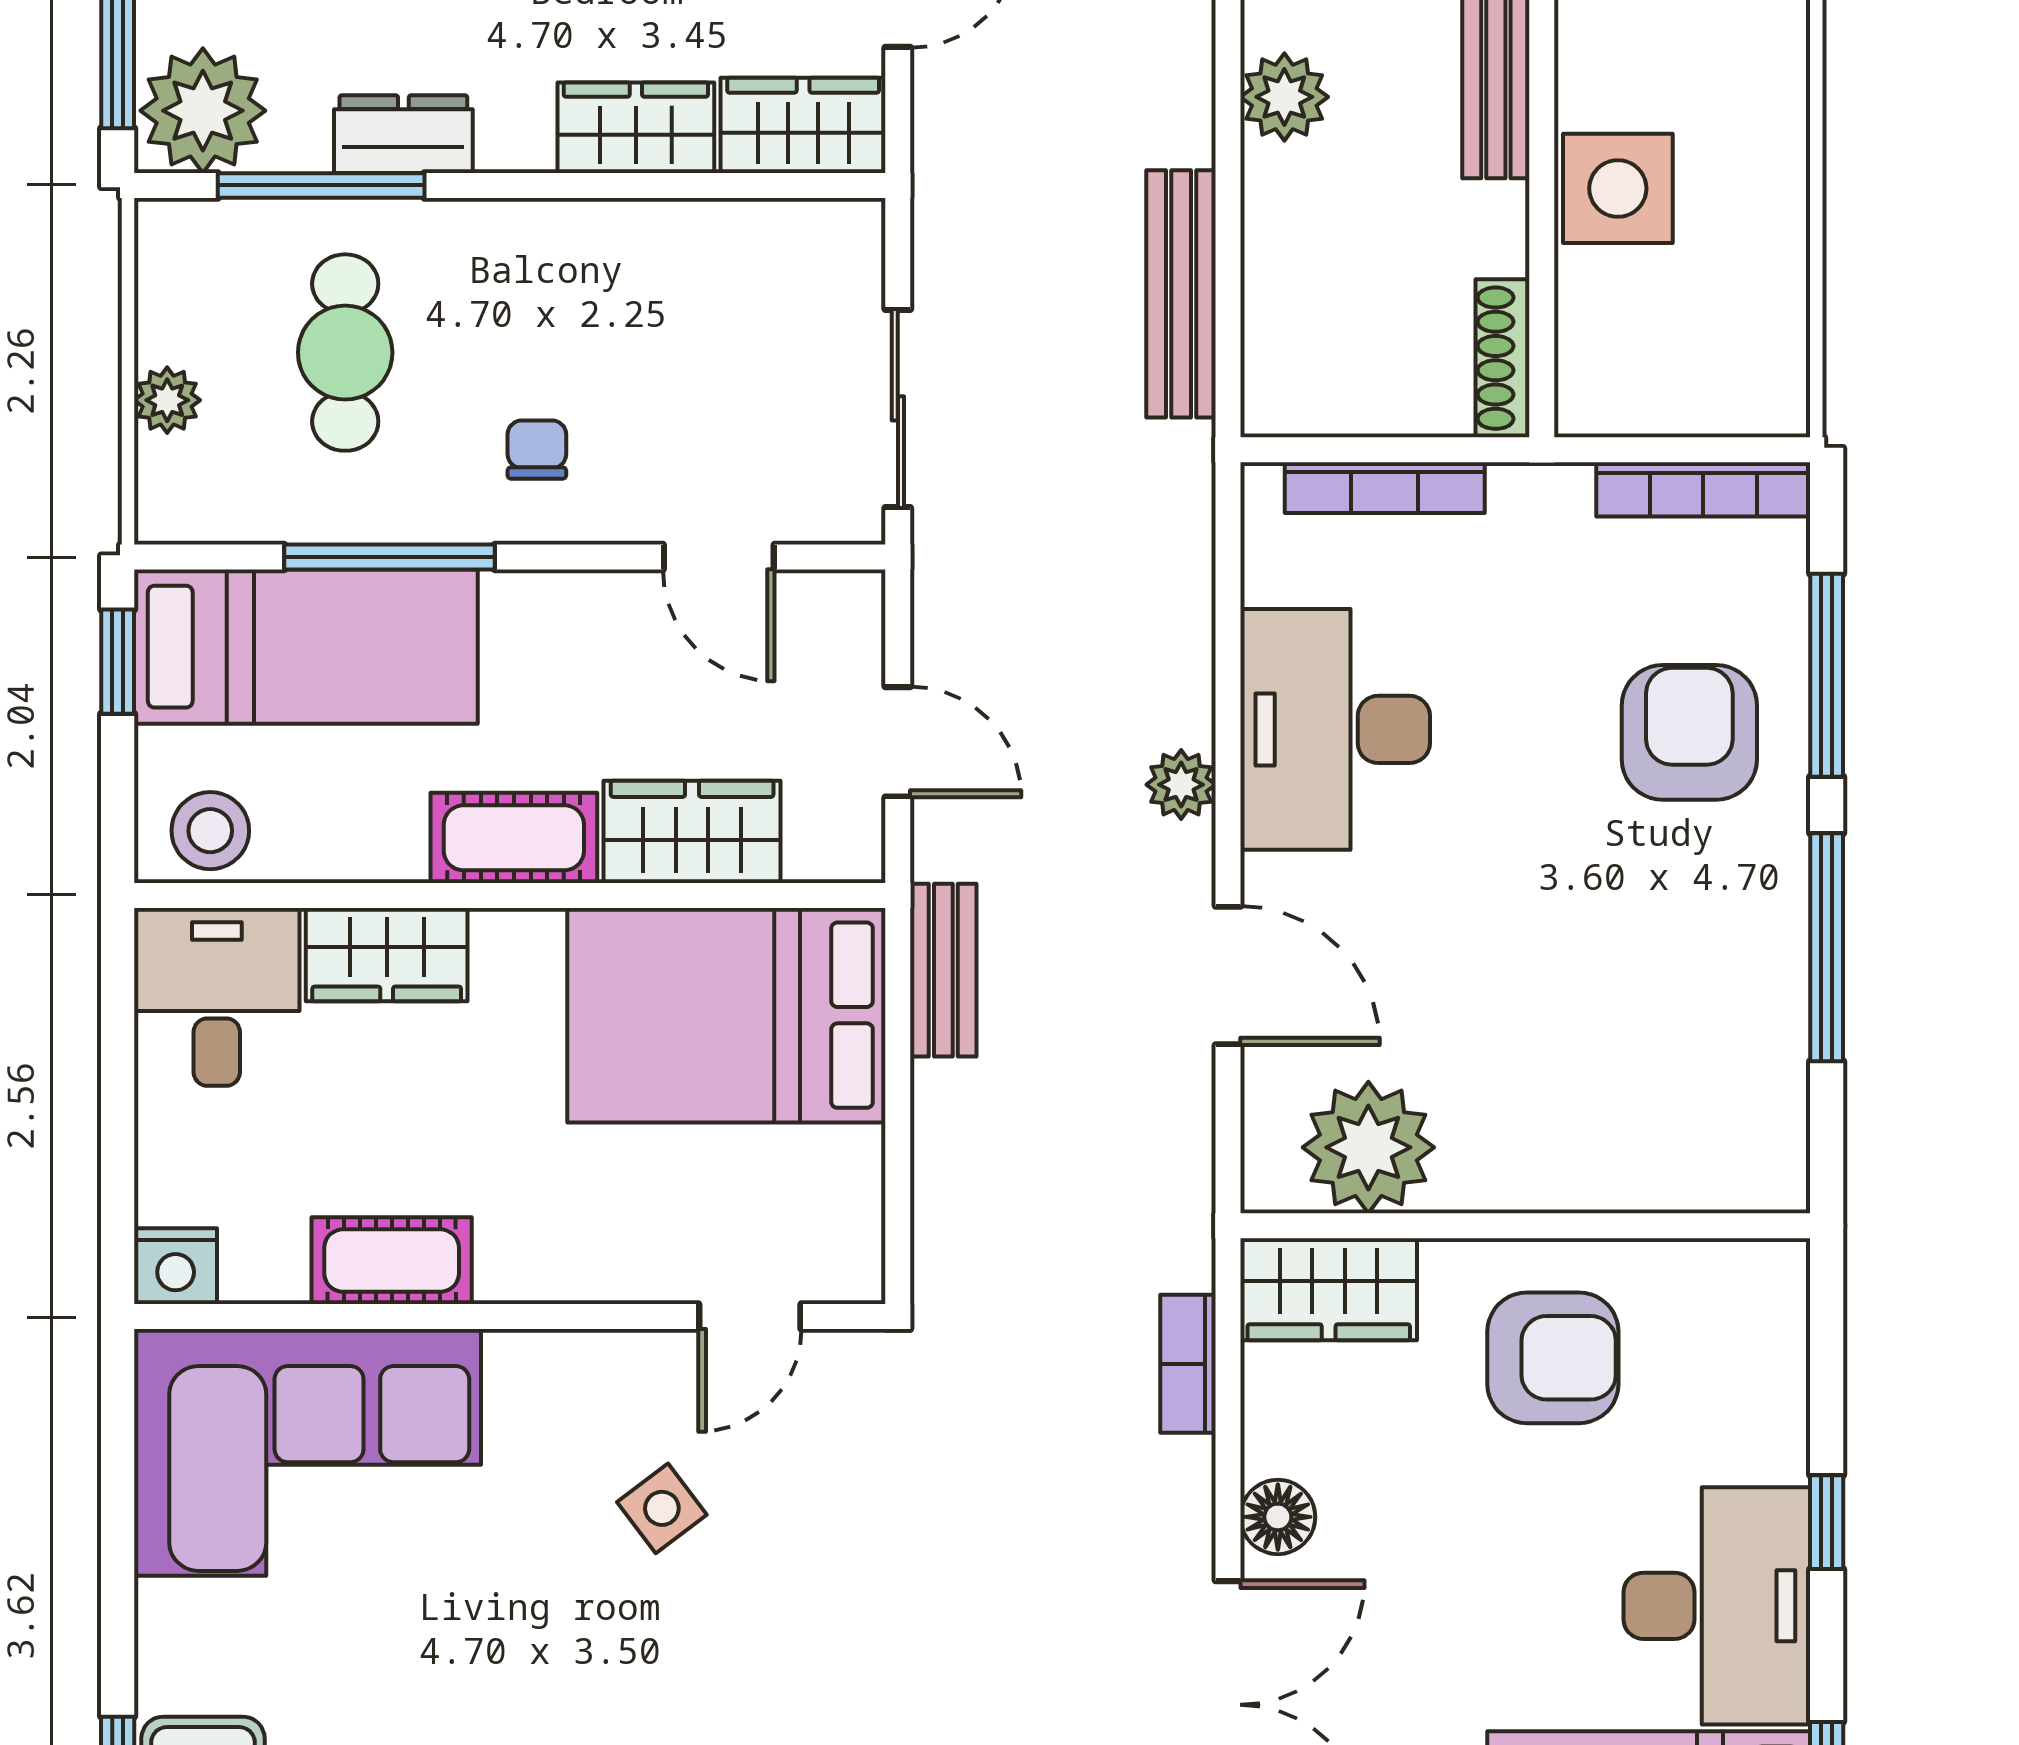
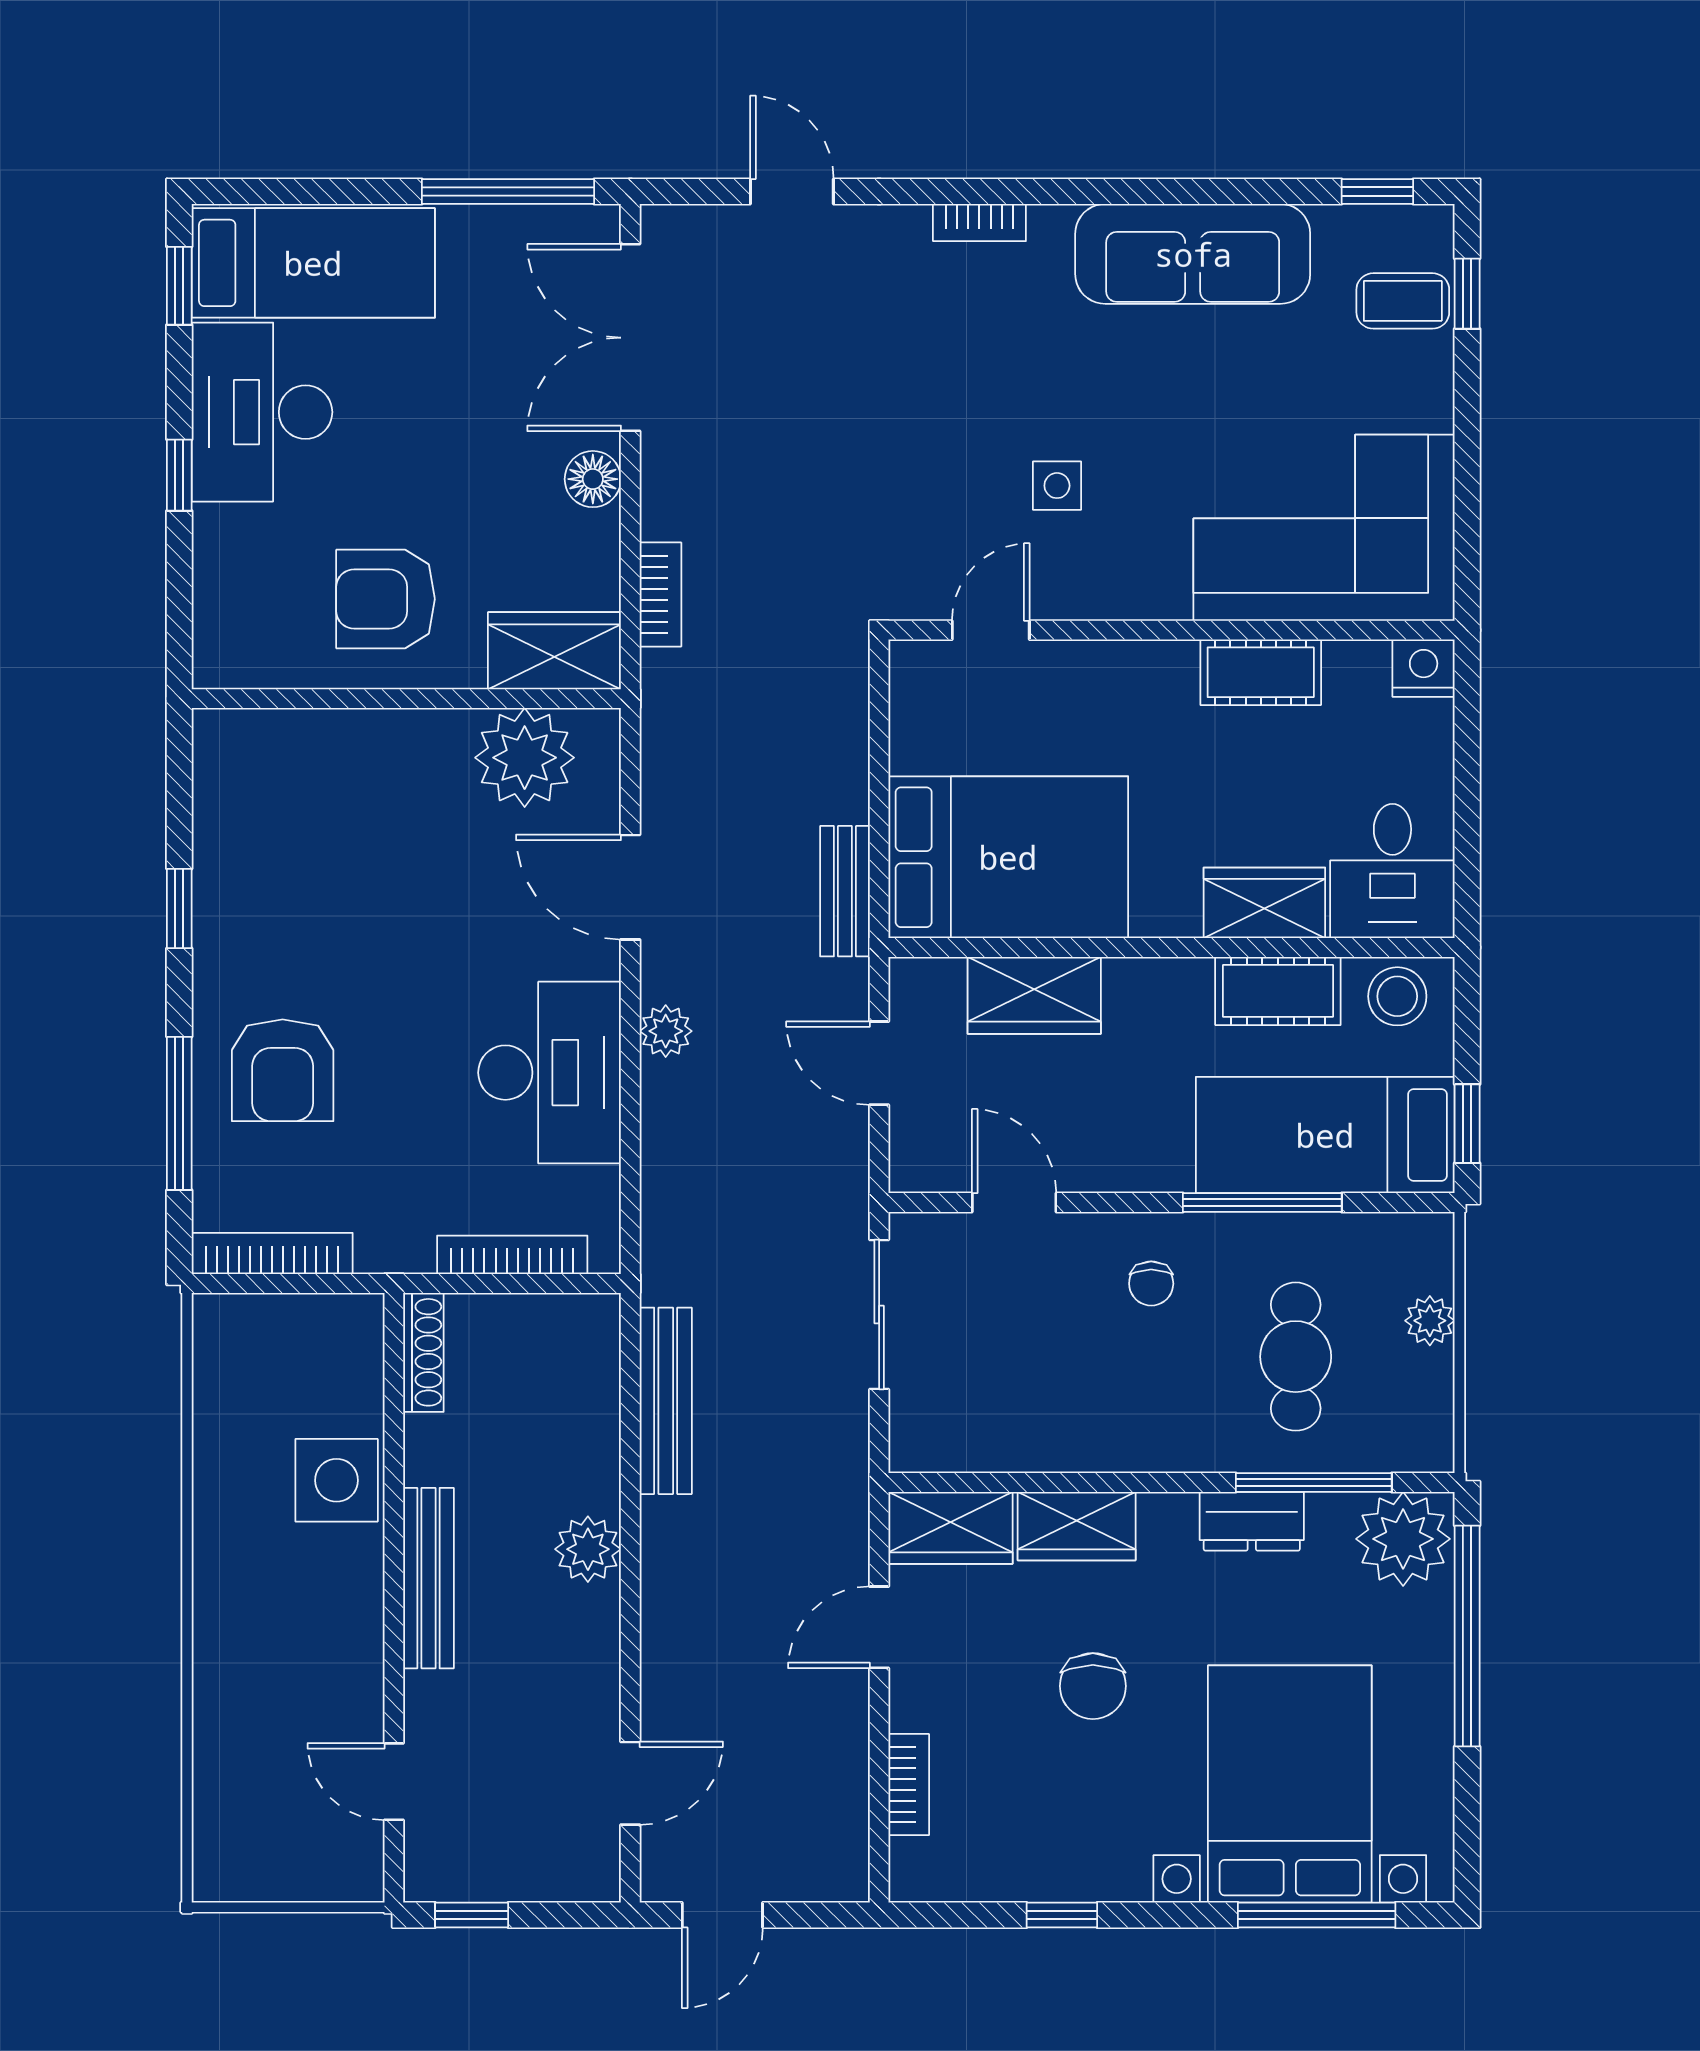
cot: (514, 838) -> (1278, 991), moved
window: (1827, 947) -> (179, 908), width x0.46
side table: (662, 1508) -> (1057, 486), turned 37

